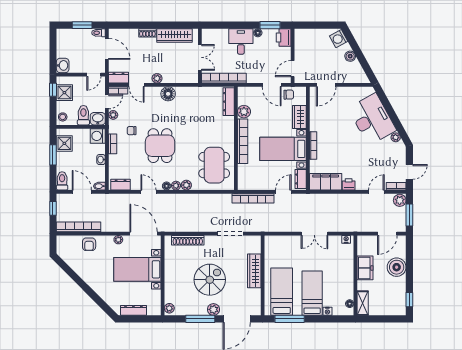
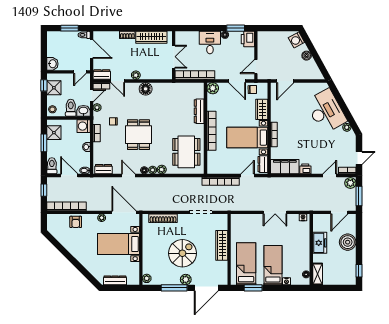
dresser: (229, 102) -> (199, 111), moved
plant: (244, 112) -> (213, 88), moved
window: (290, 319) -> (253, 288), width x0.69

